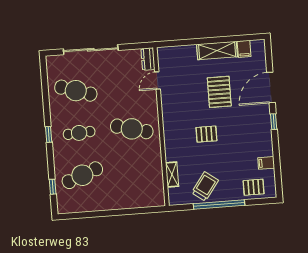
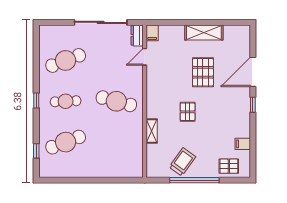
filing cabinet: (244, 49) -> (152, 33), moved
sliding door: (91, 50) -> (101, 22), moved
cafe table: (76, 91) -> (66, 60), turned -39
pallet: (206, 134) -> (188, 112), turned 90
shelving: (172, 174) -> (152, 131), moved

